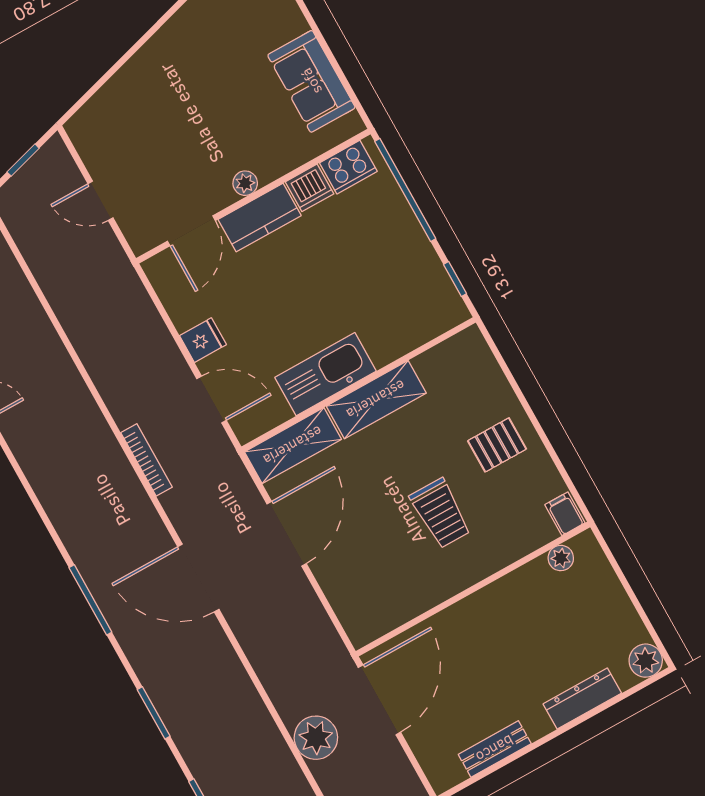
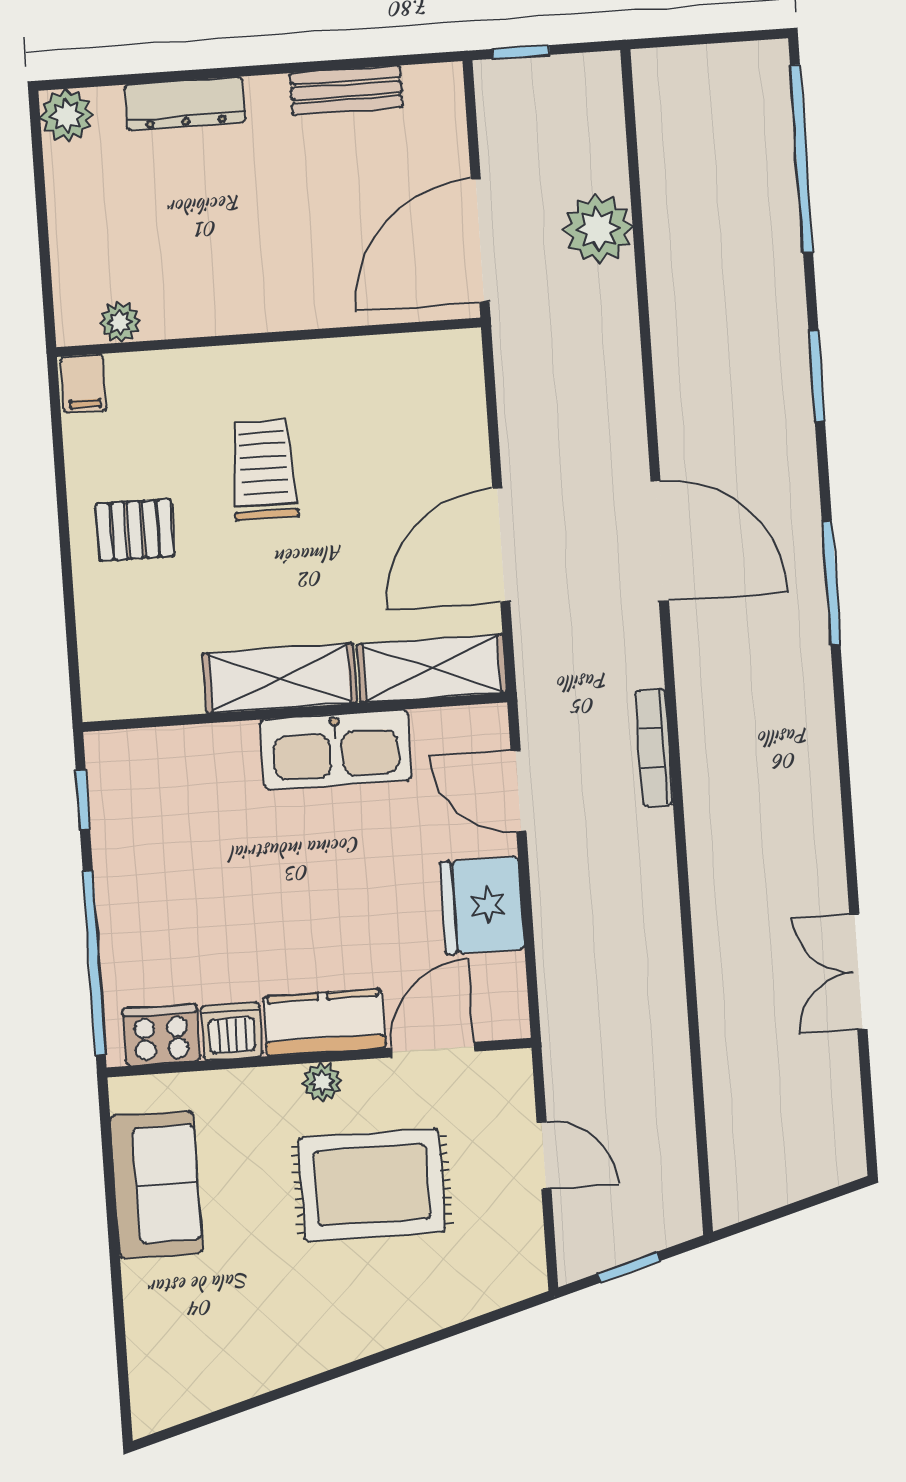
rug: (190, 138) -> (372, 1185), added
fridge: (203, 340) -> (482, 906), width x1.88, depth x1.34

